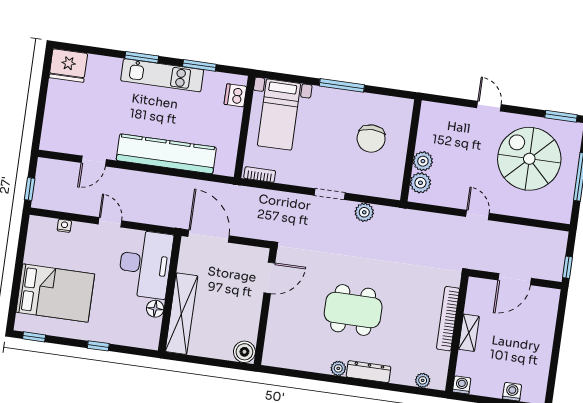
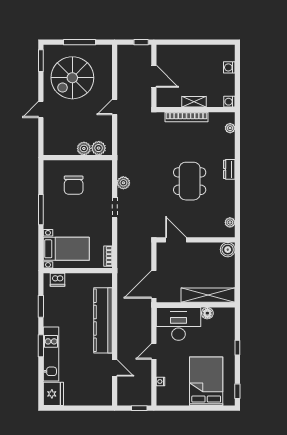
kitchen unit: (162, 75) -> (51, 354), moved
chair: (371, 138) -> (74, 185), turned 90
plant: (338, 368) -> (230, 222), moved
dresser: (369, 372) -> (229, 169), width x0.70

